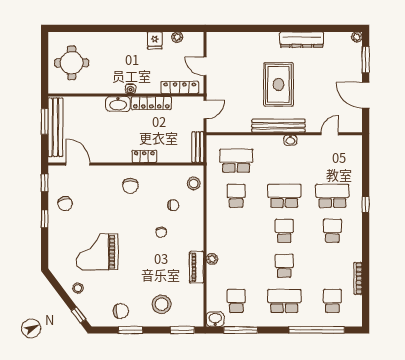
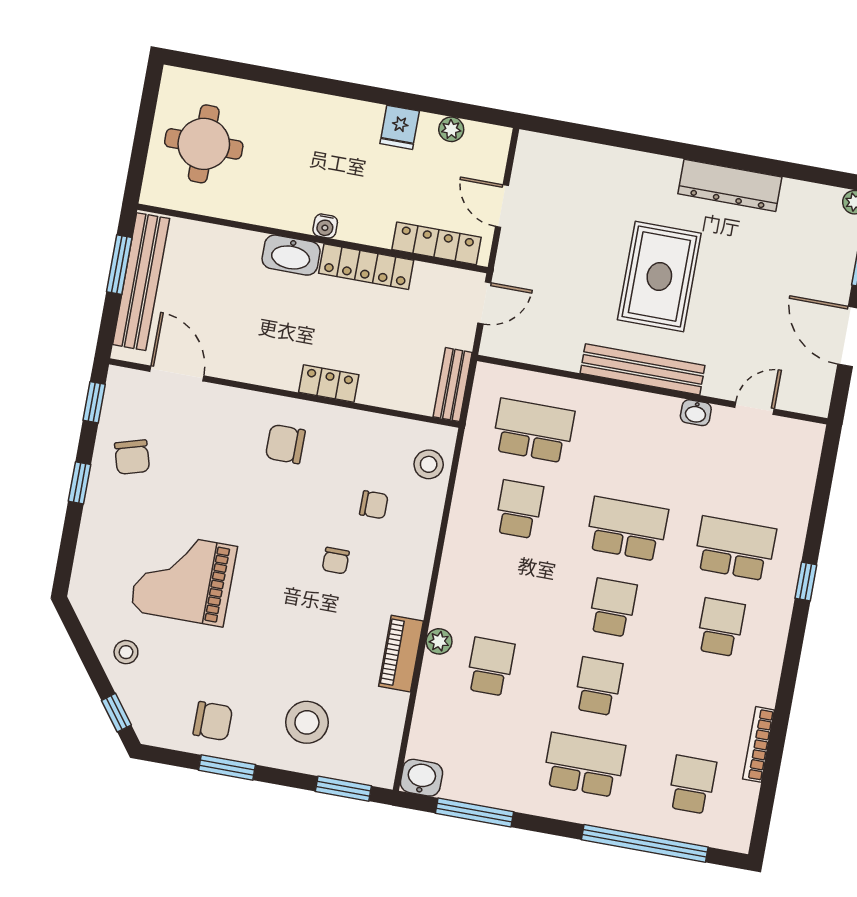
washbasin: (290, 140) -> (696, 413), moved
chair: (130, 186) -> (285, 444), turned 90
school desk: (236, 301) -> (490, 667), moved

